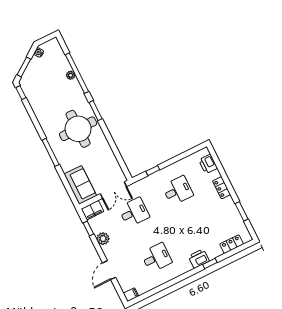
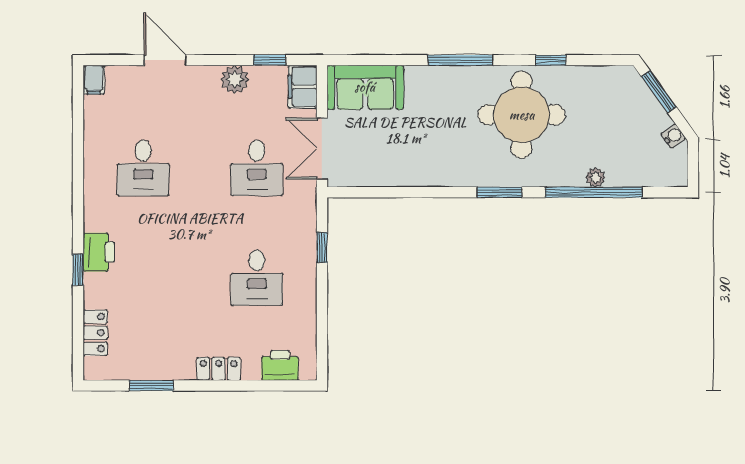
window: (21, 93) -> (551, 60), moved
round table: (78, 129) -> (522, 115), moved

